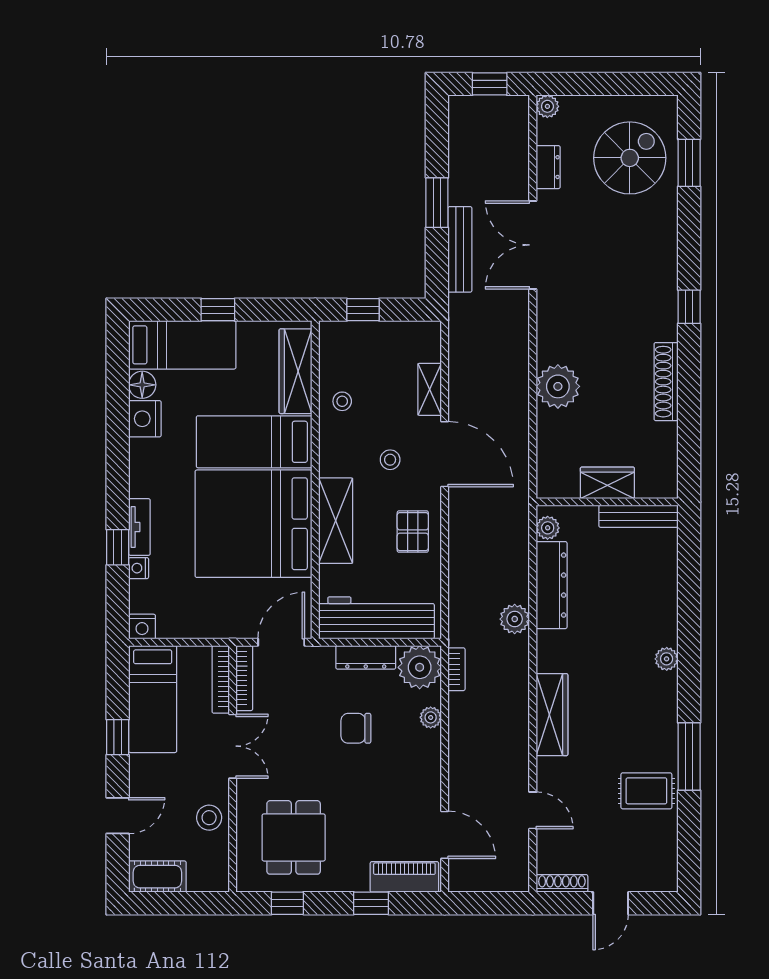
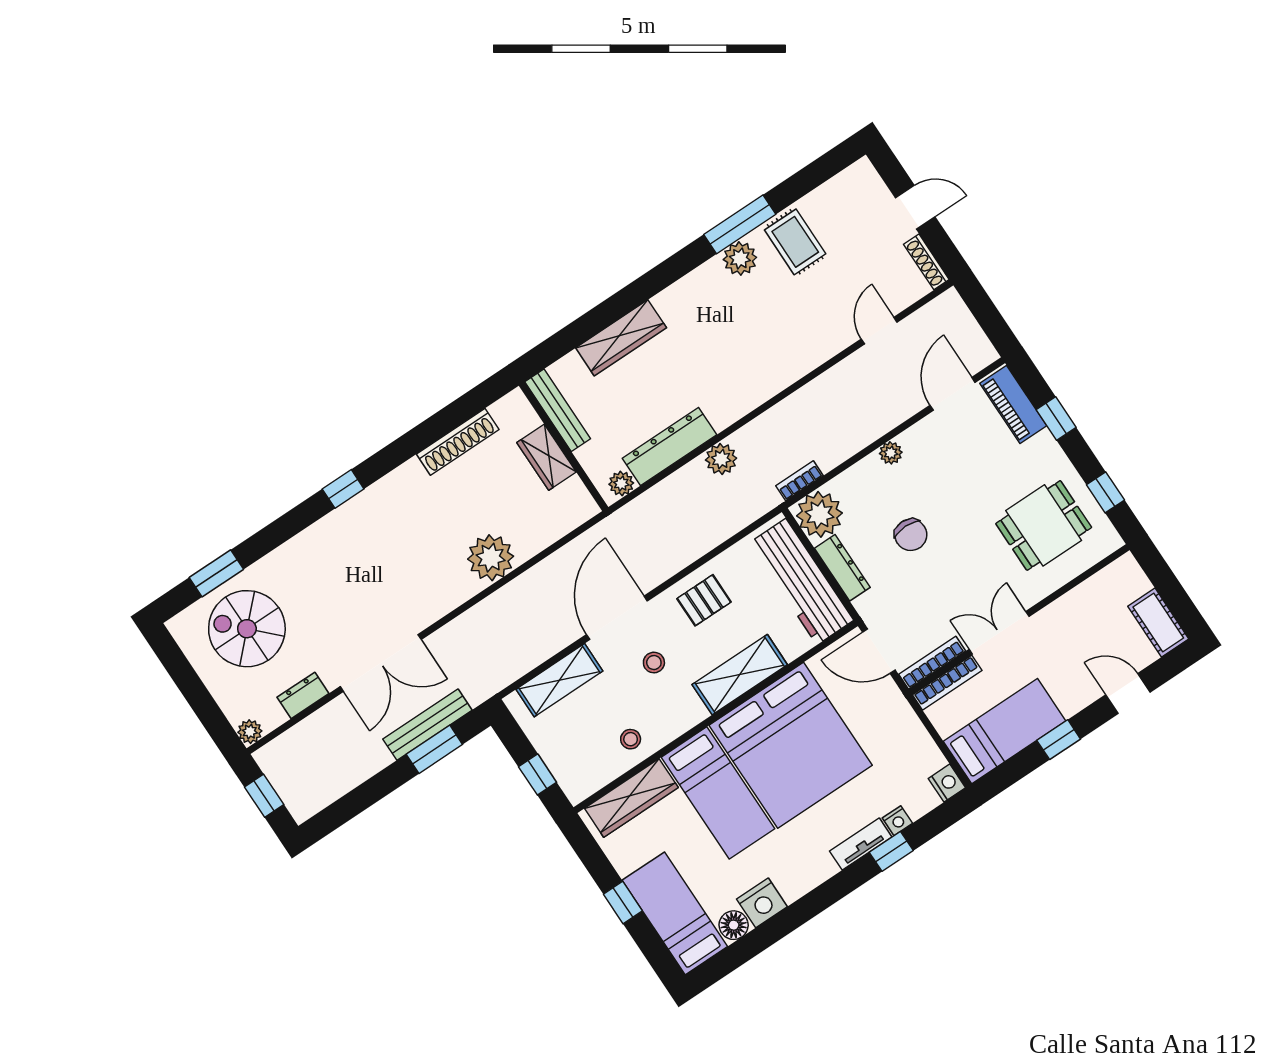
window: (437, 203) -> (434, 749), moved
shoe rack: (666, 382) -> (458, 442), moved
shelving: (430, 389) -> (559, 680), width x1.50, depth x1.33
plant: (667, 659) -> (740, 259), moved, width x1.38, depth x1.38
wardrobe: (552, 715) -> (621, 338), moved, turned 180
plant: (431, 717) -> (891, 453), moved
stool: (209, 818) -> (1076, 612), removed

